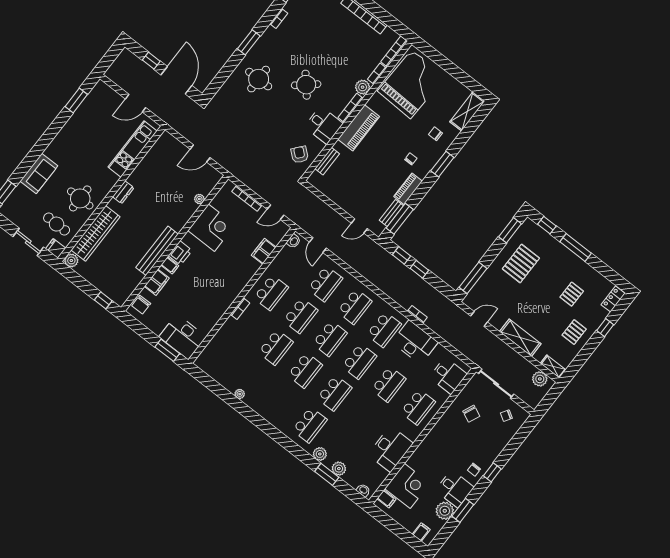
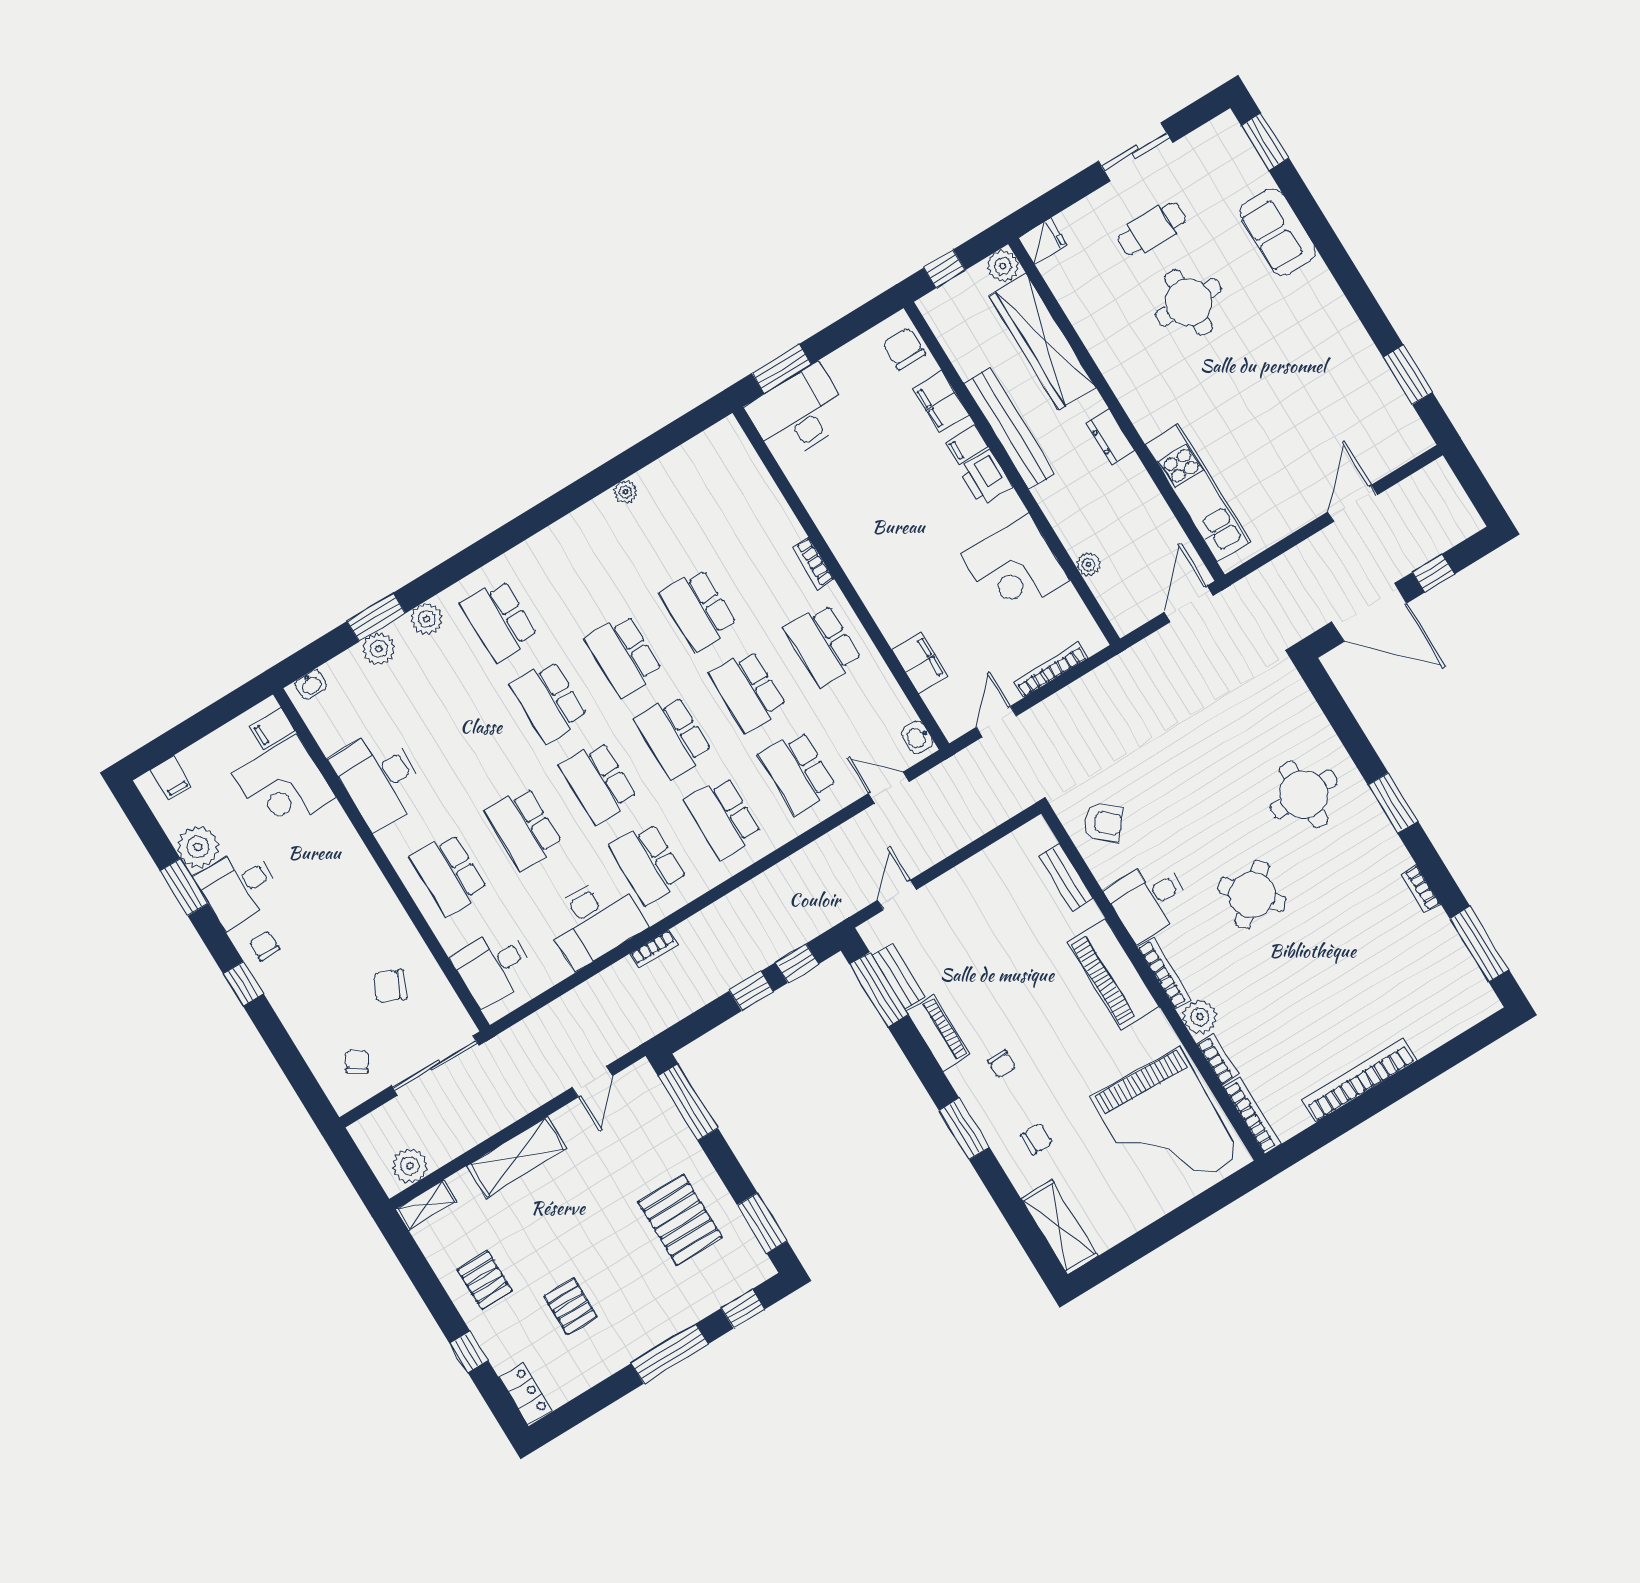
kitchen unit: (133, 149) -> (1198, 493), moved
dresser: (123, 192) -> (1110, 437), moved
wall: (111, 194) -> (1116, 409), moved
wardrobe: (96, 233) -> (1043, 342), moved
fridge: (56, 248) -> (1042, 241), moved
plant: (71, 260) -> (1003, 266), moved

